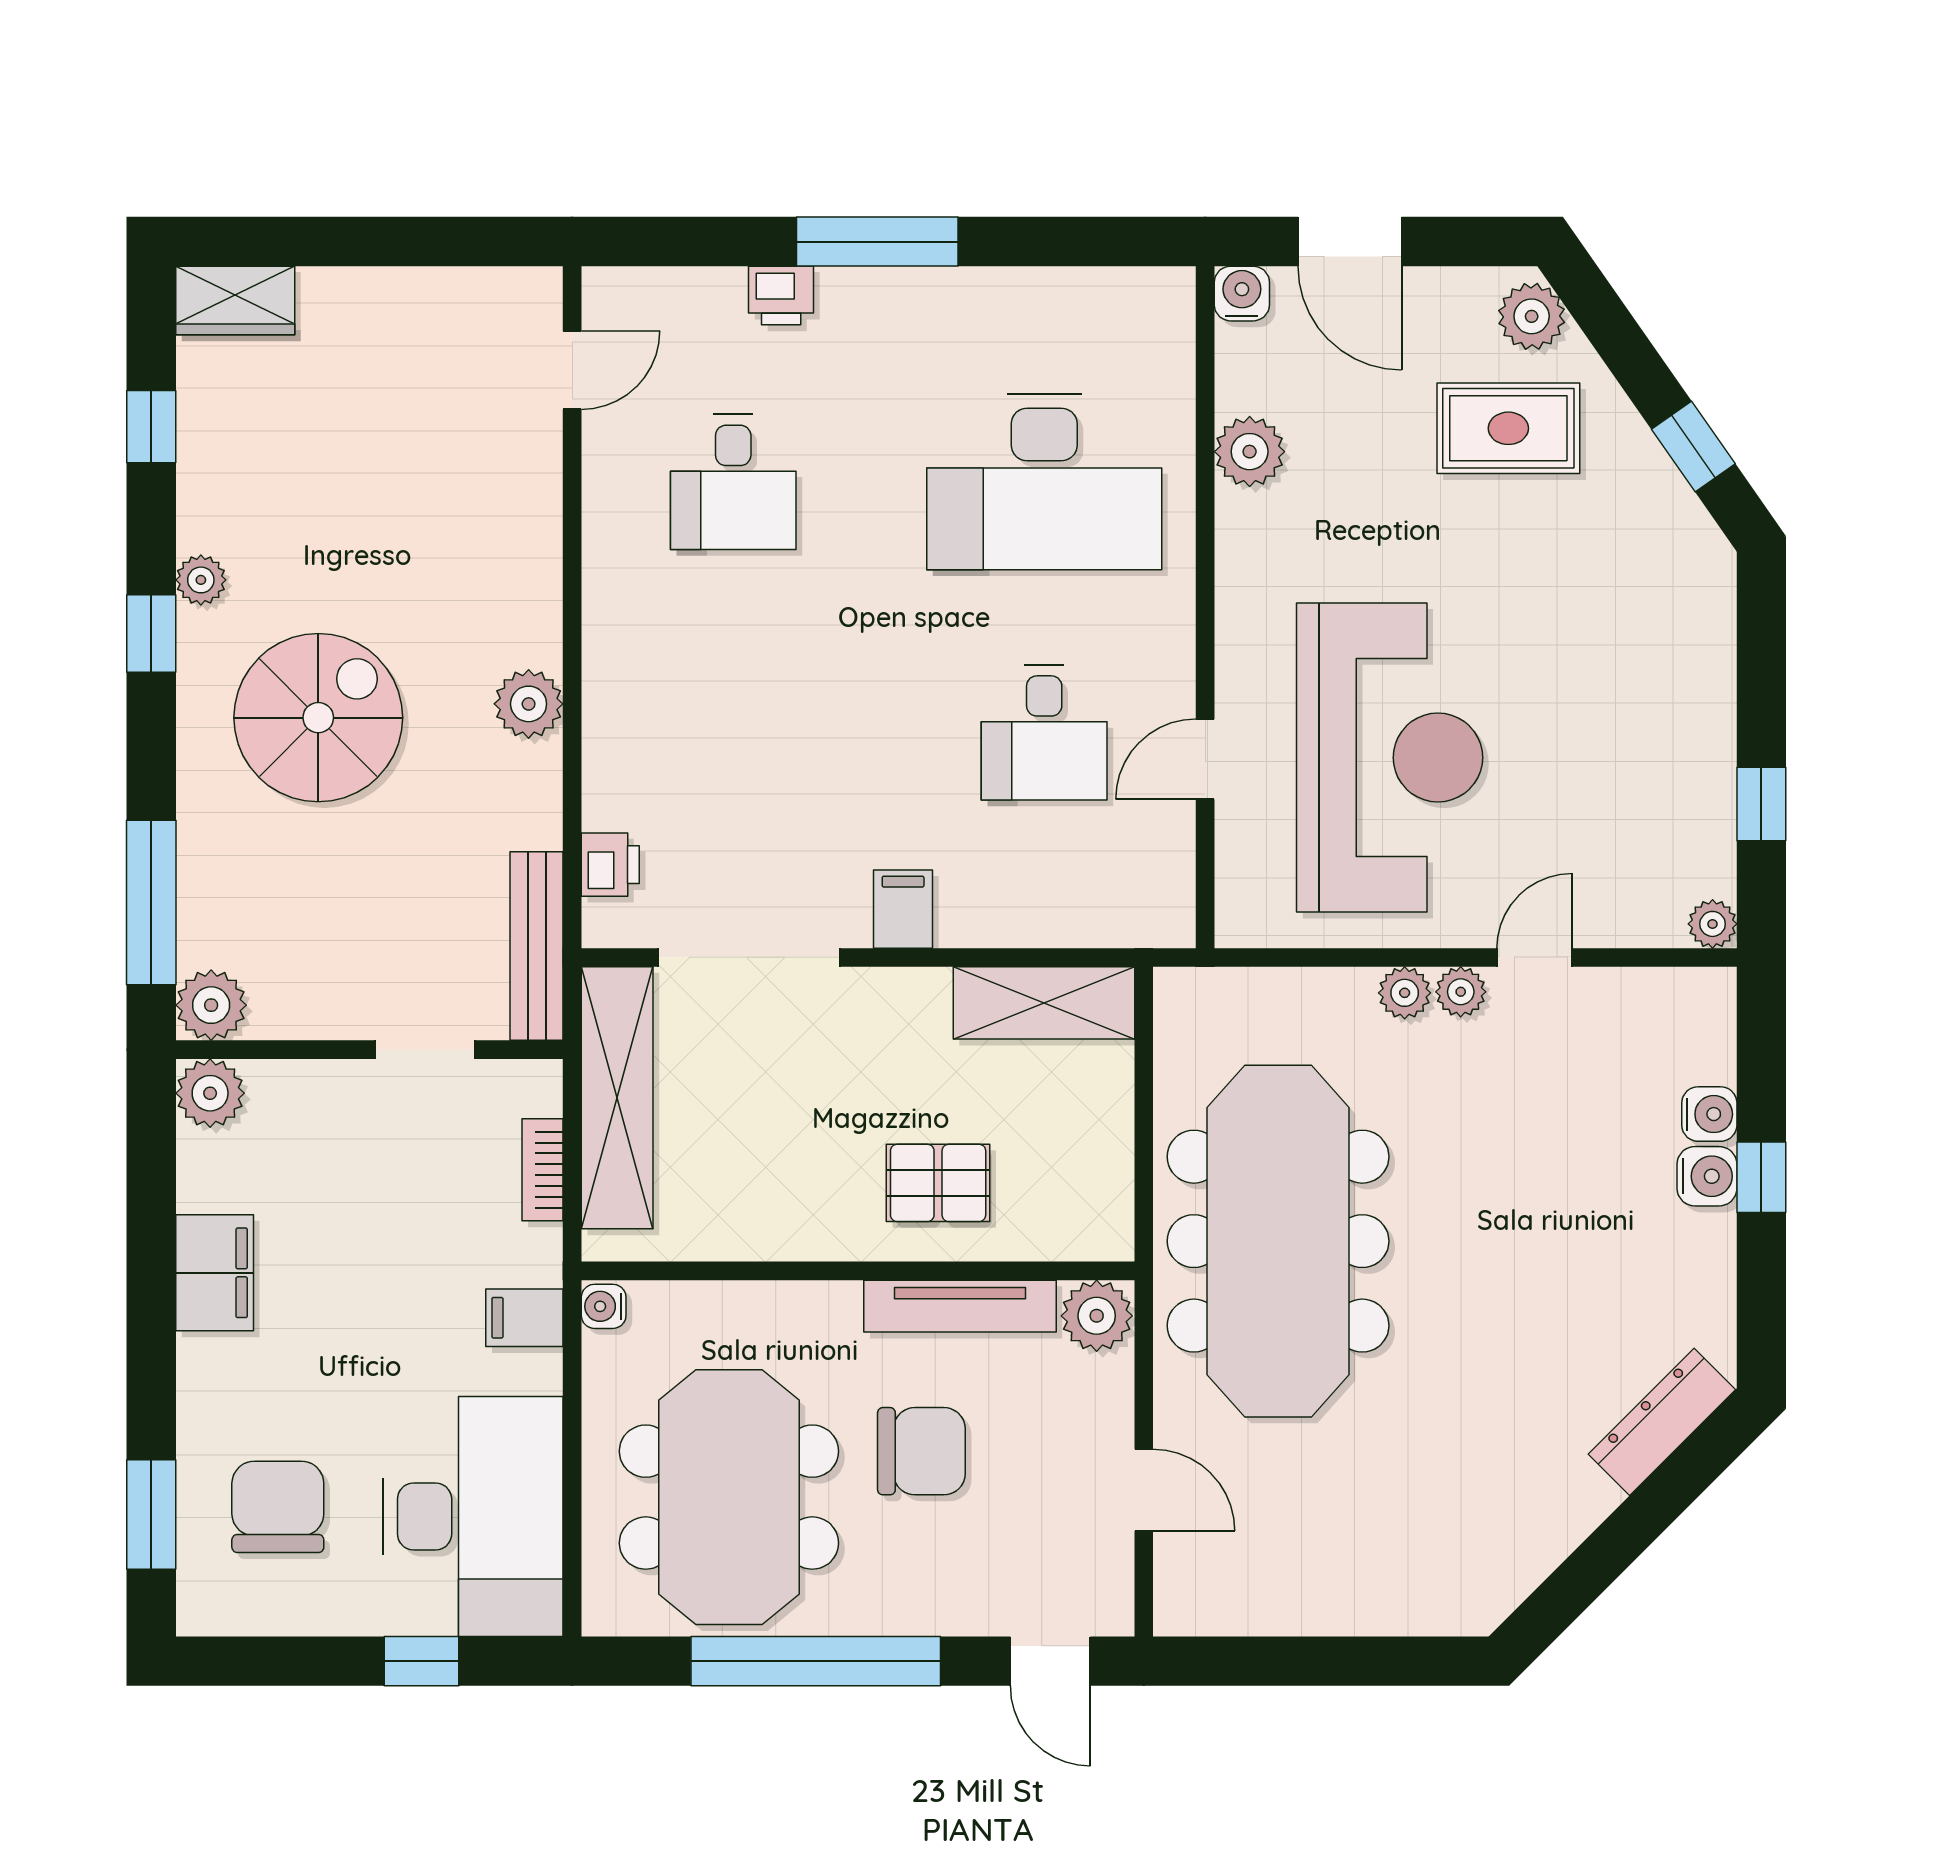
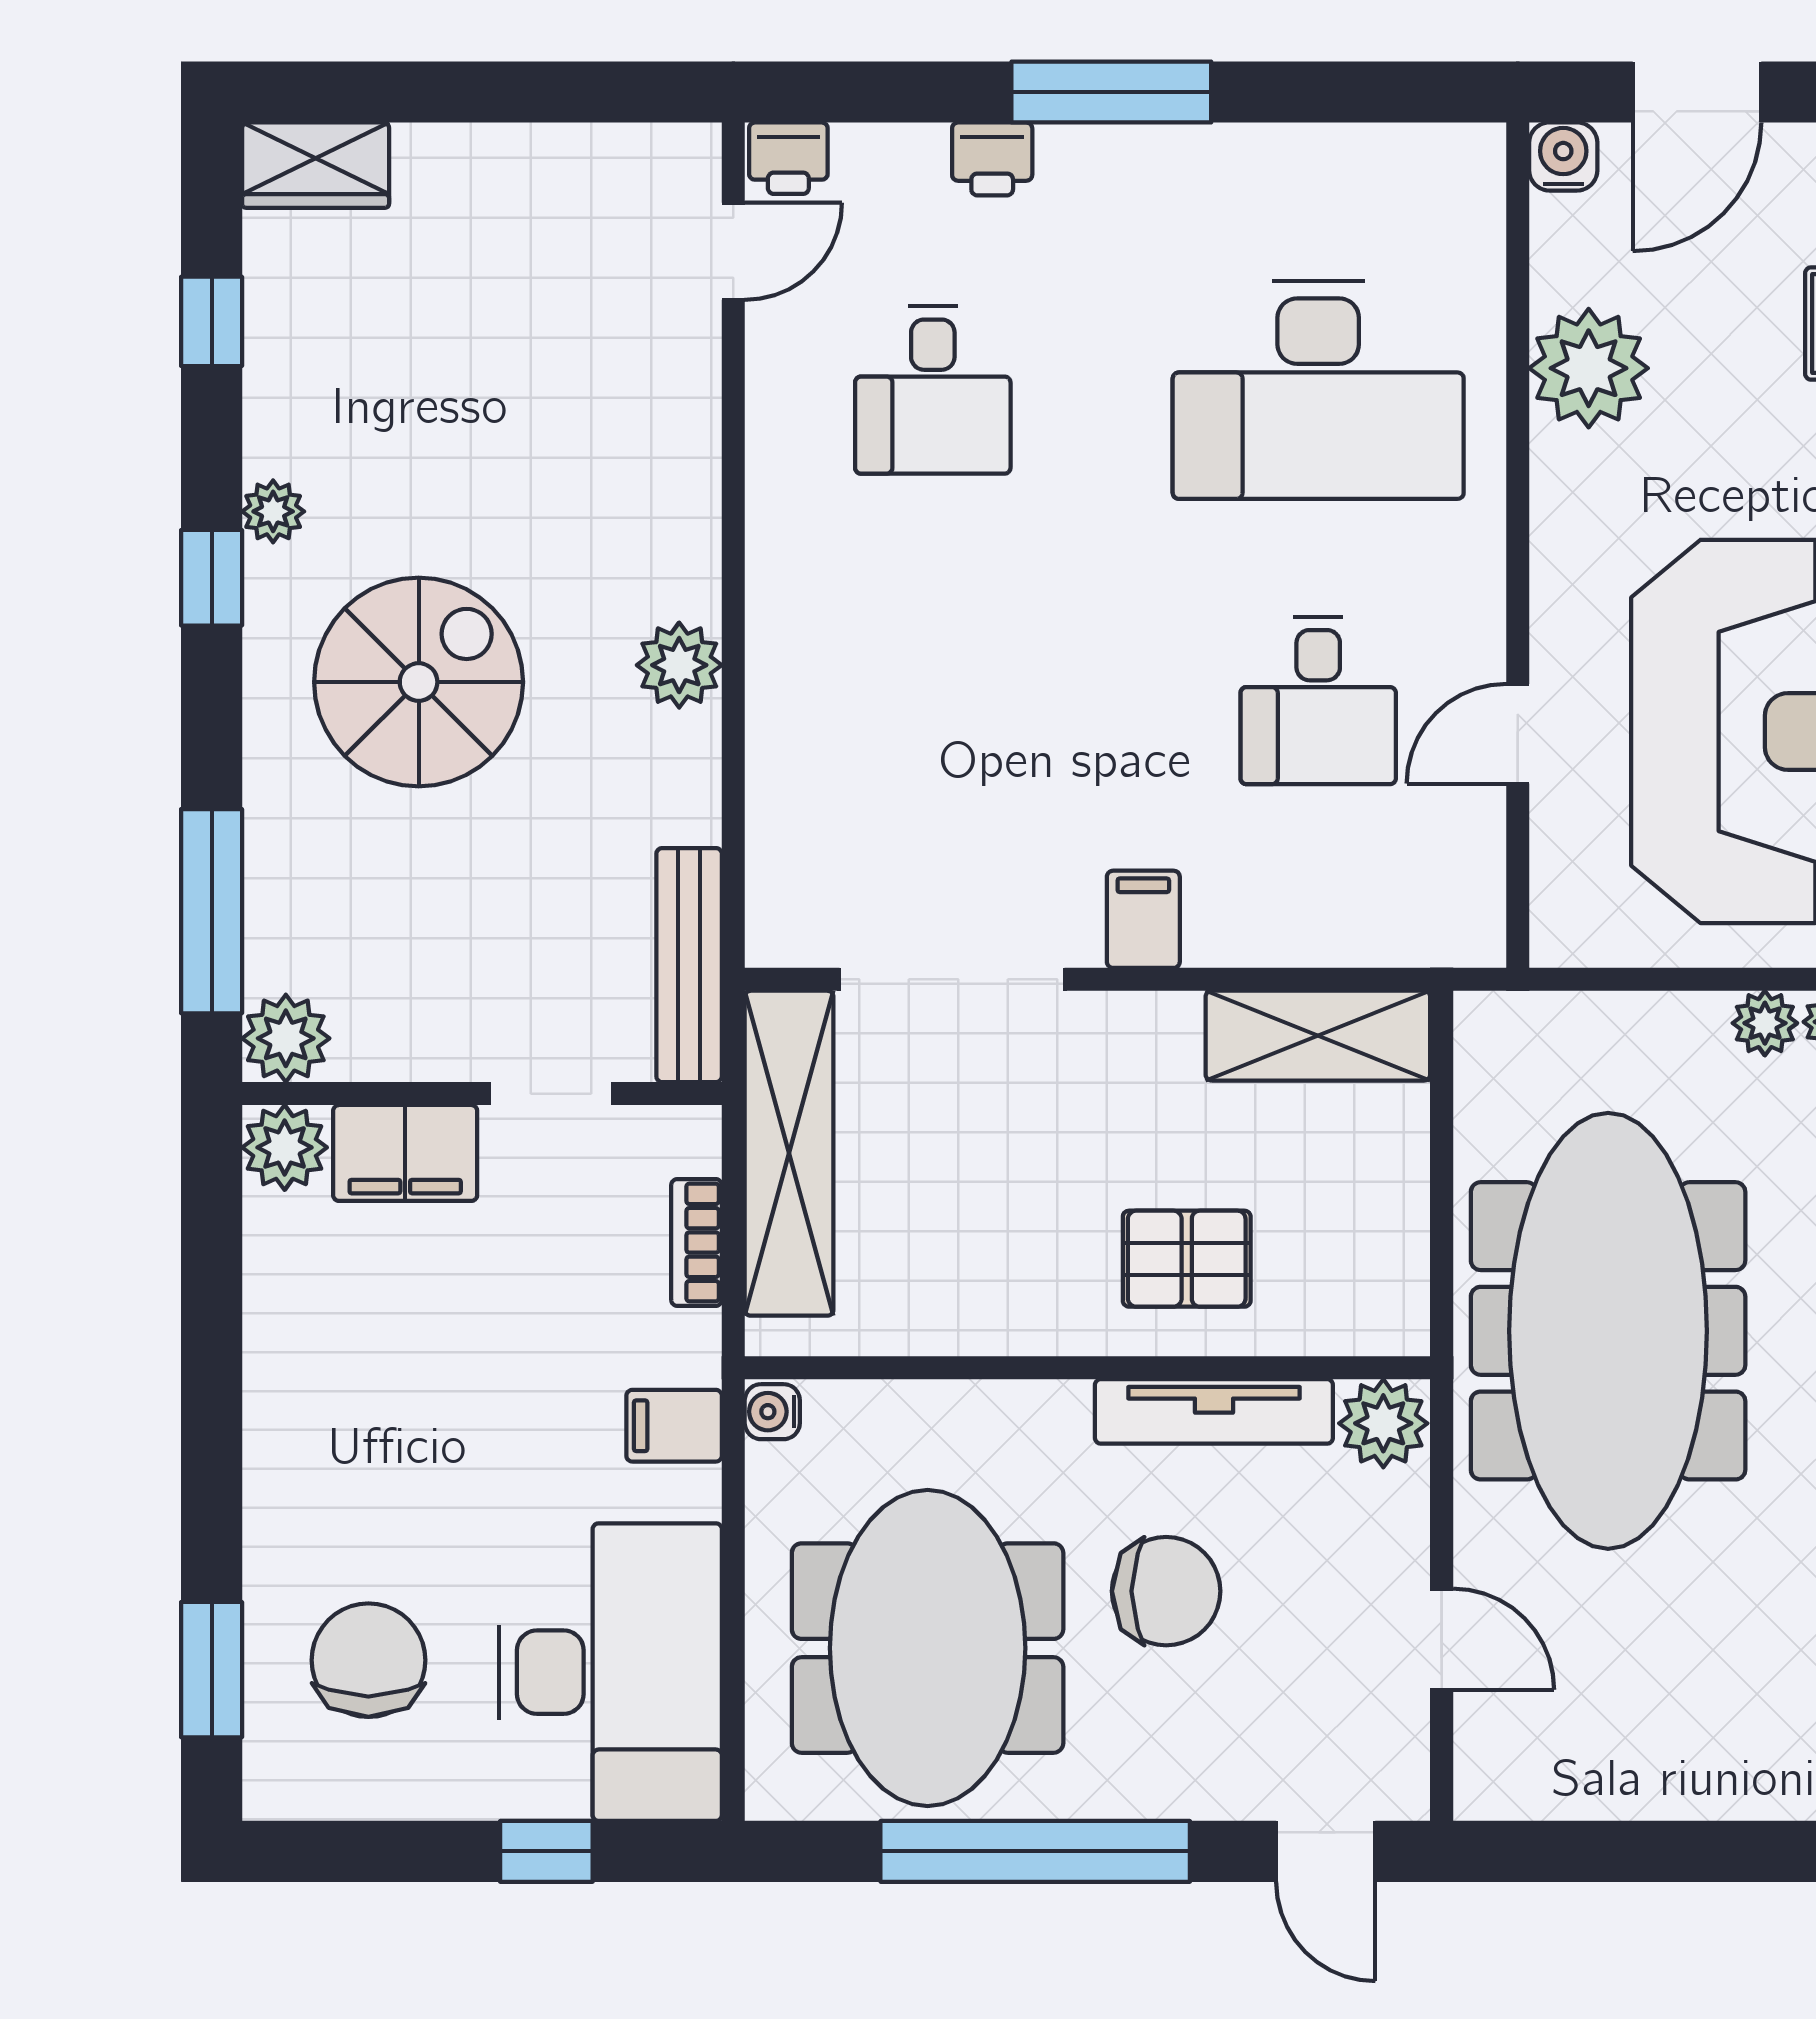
door: (1350, 242) -> (1697, 92), hinge flipped
plant: (1250, 452) -> (1589, 368), width x1.36, depth x1.36
printer: (610, 865) -> (788, 158), moved, turned 90
filing cabinet: (215, 1273) -> (405, 1153), moved, turned 90

